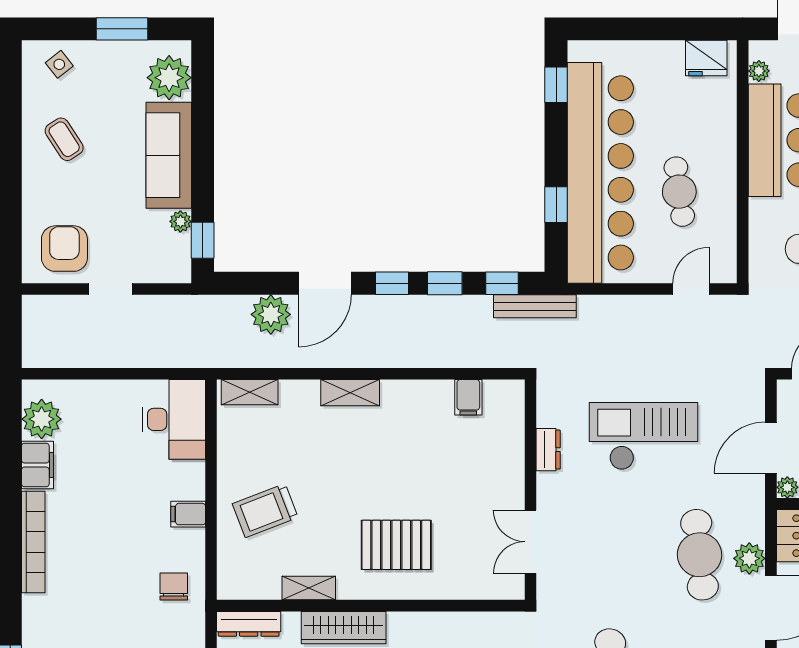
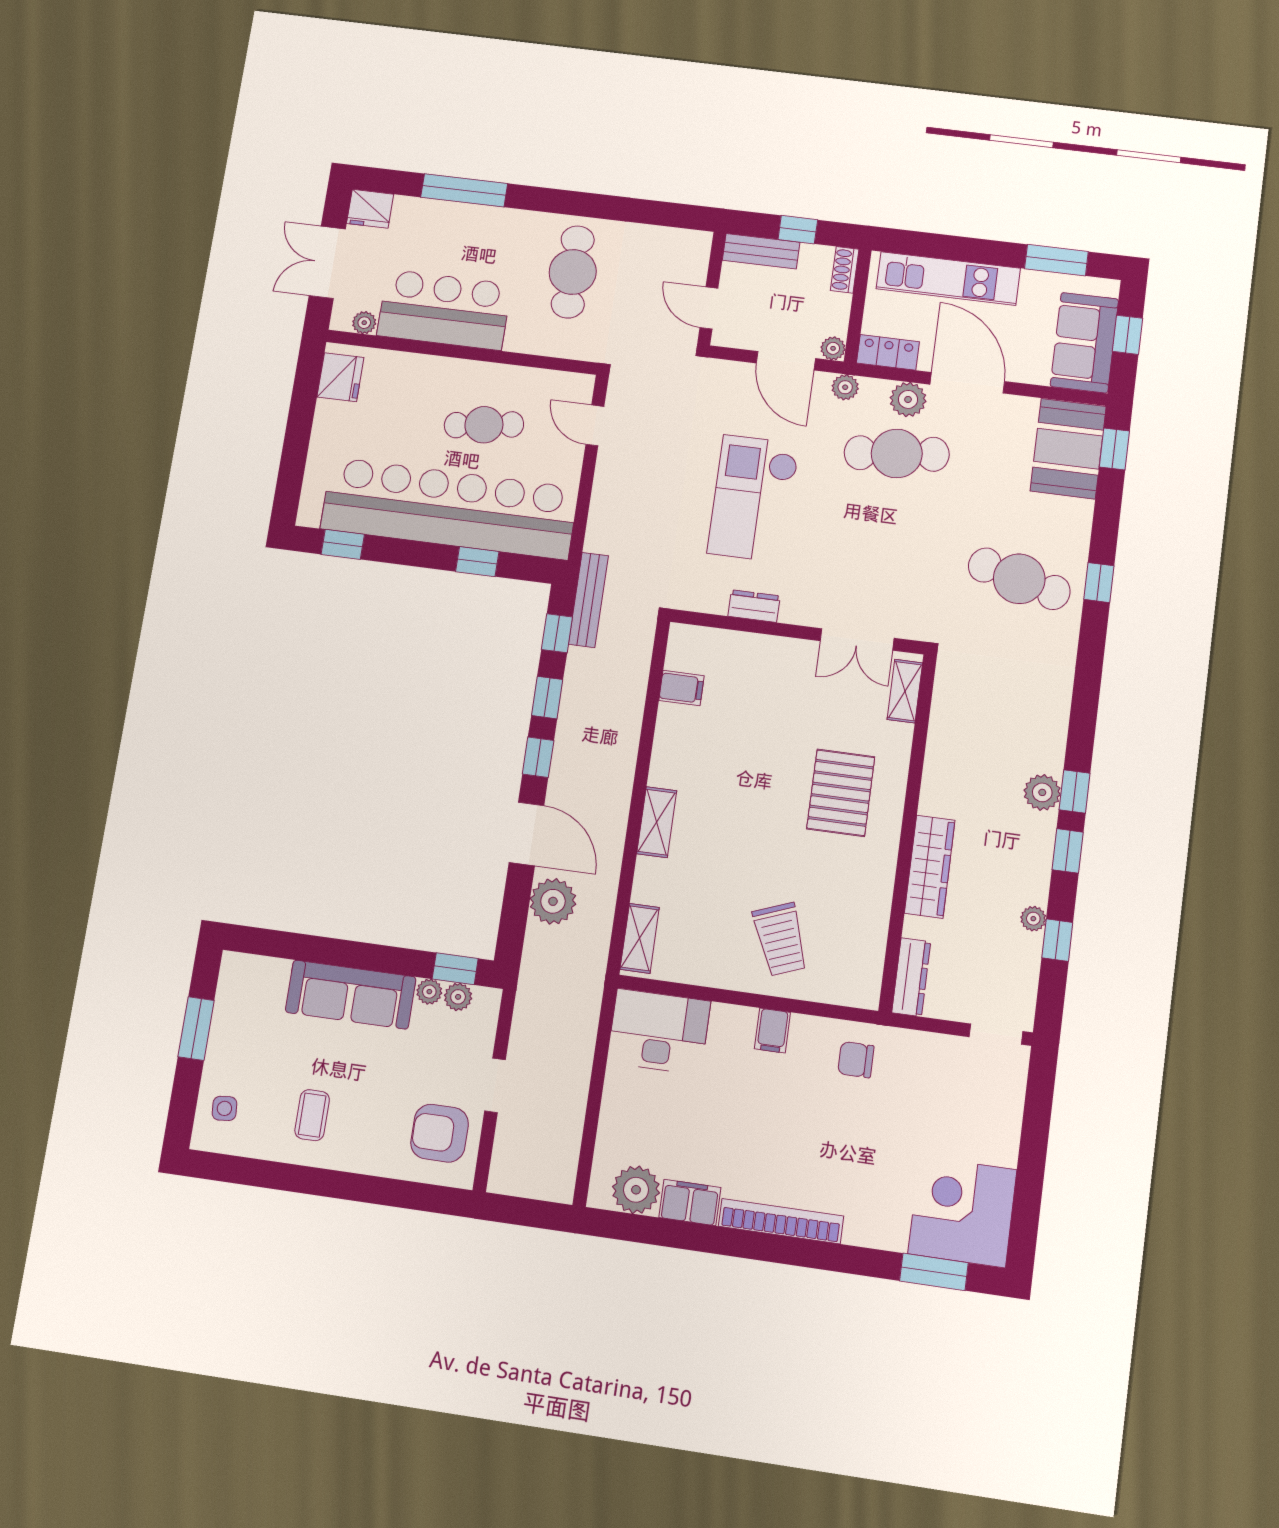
side table: (59, 64) -> (224, 1108), turned 33
plant: (169, 78) -> (458, 997), moved, width x0.53, depth x0.53
coffee table: (64, 139) -> (312, 1115), turned -57
plant: (753, 503) -> (845, 387), added
shelving: (309, 588) -> (905, 691), moved

